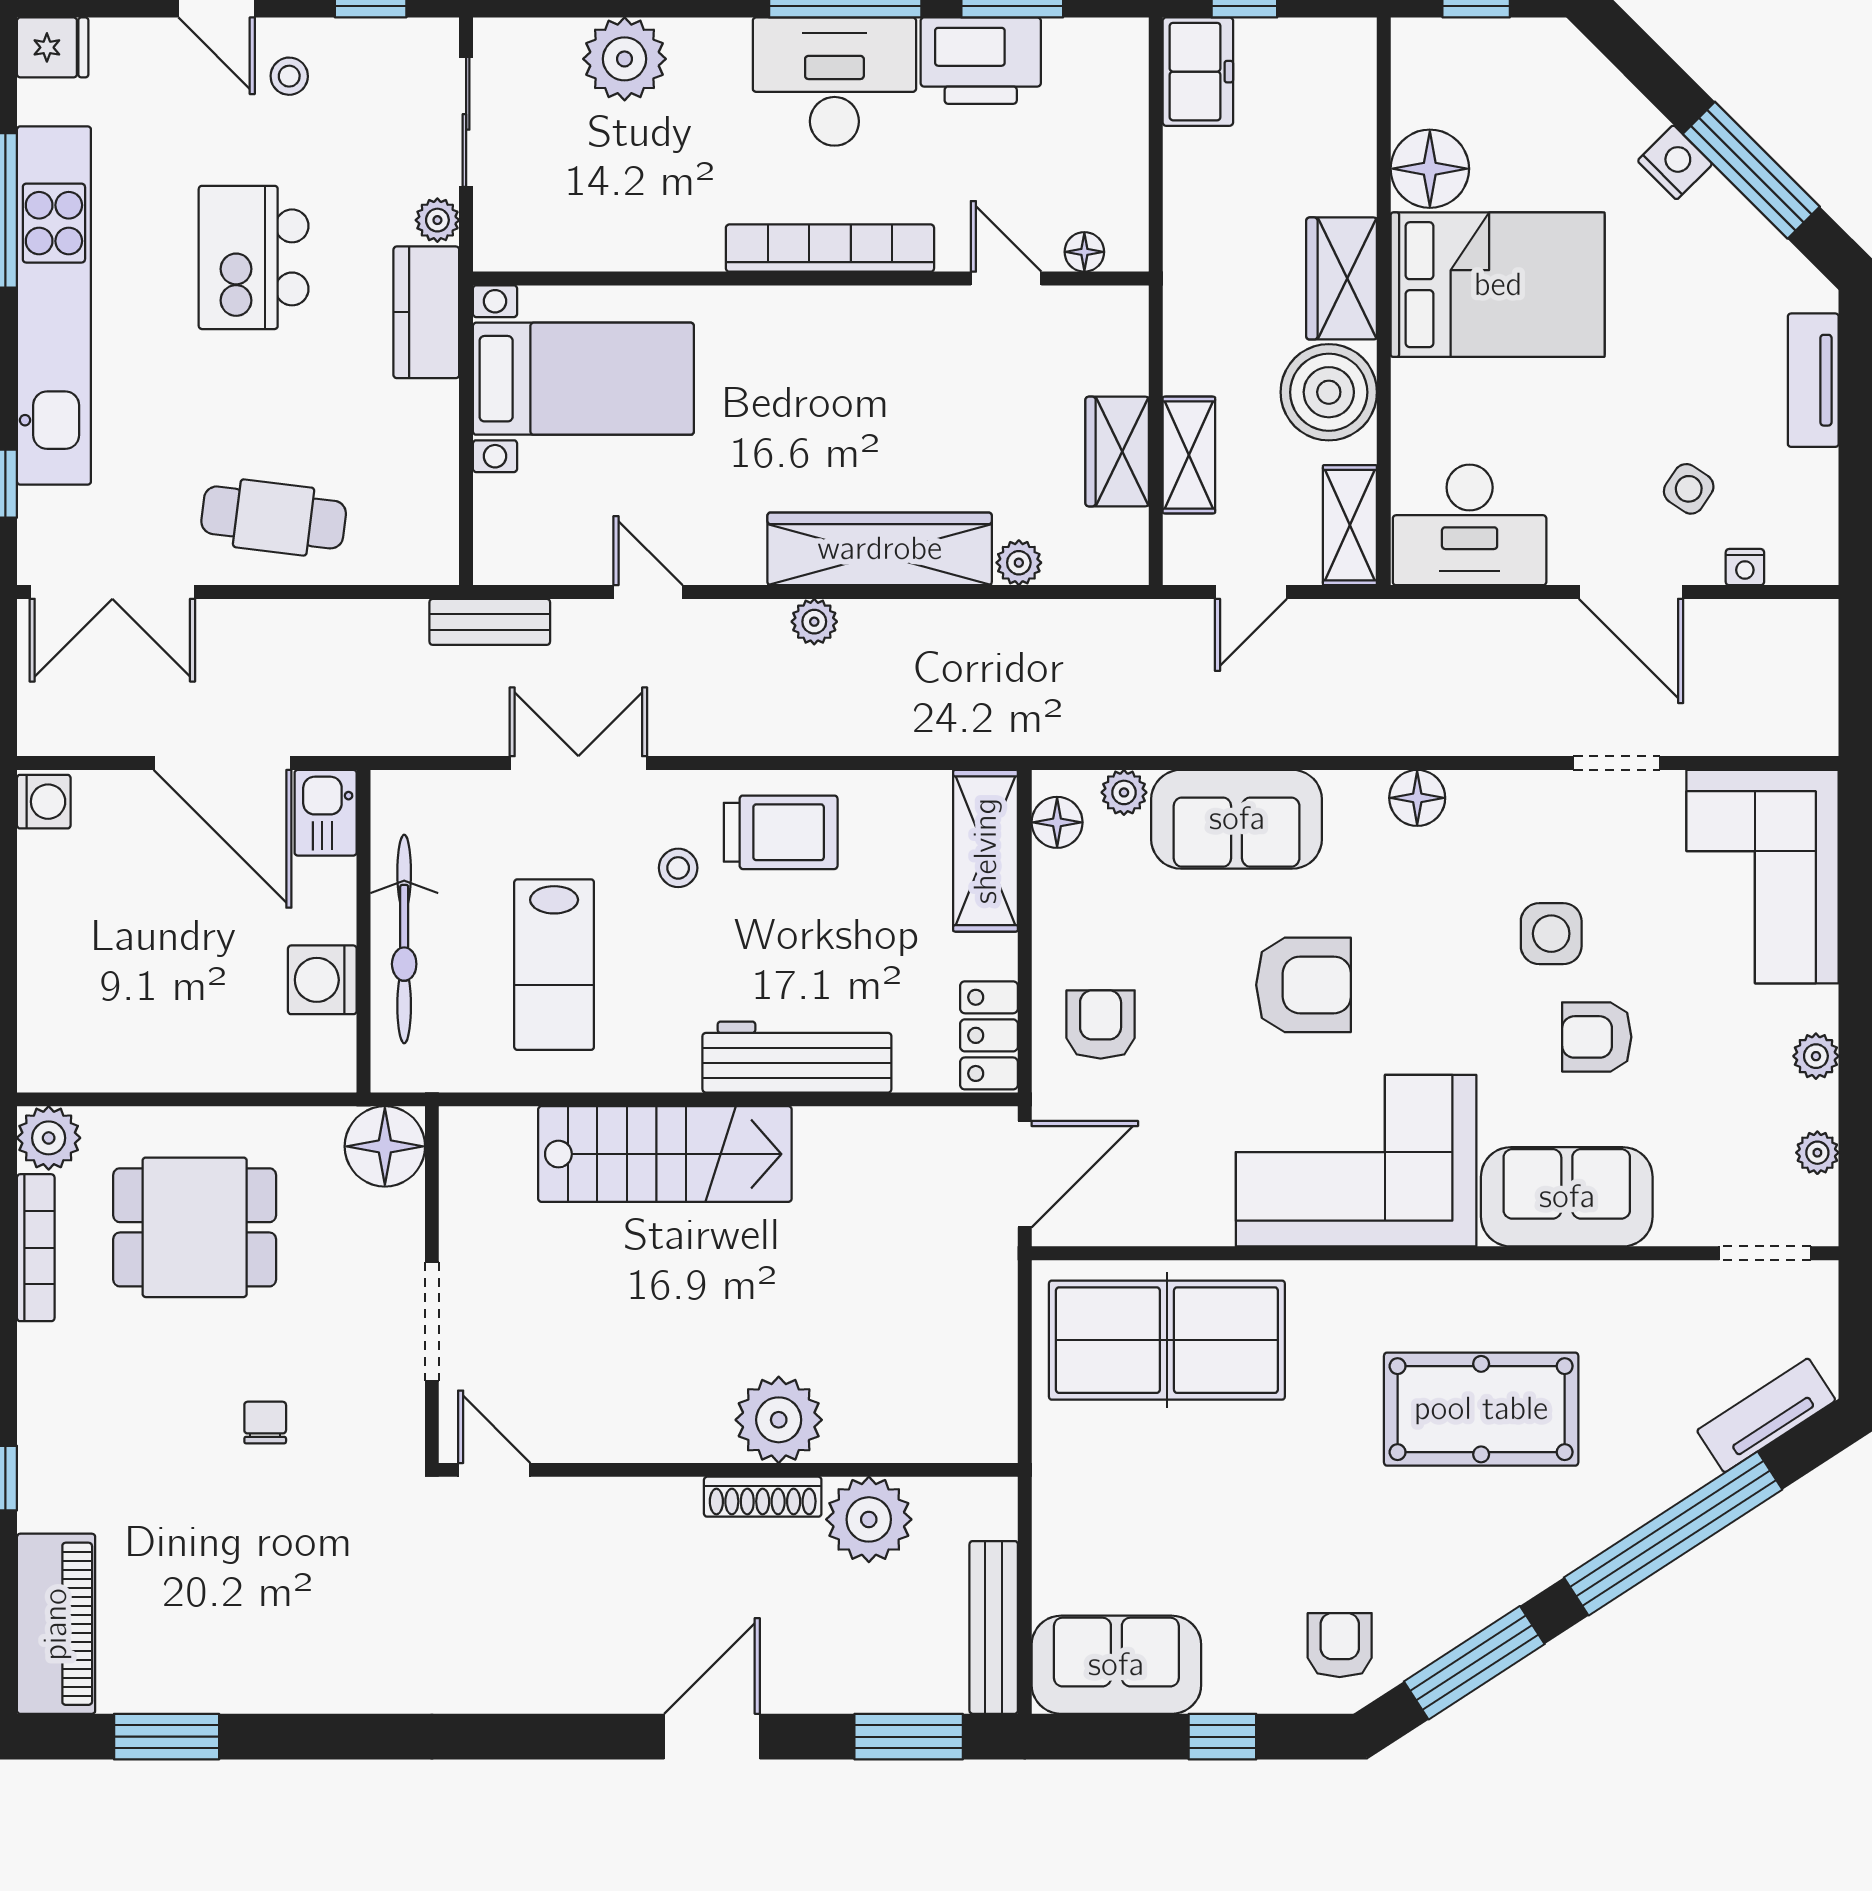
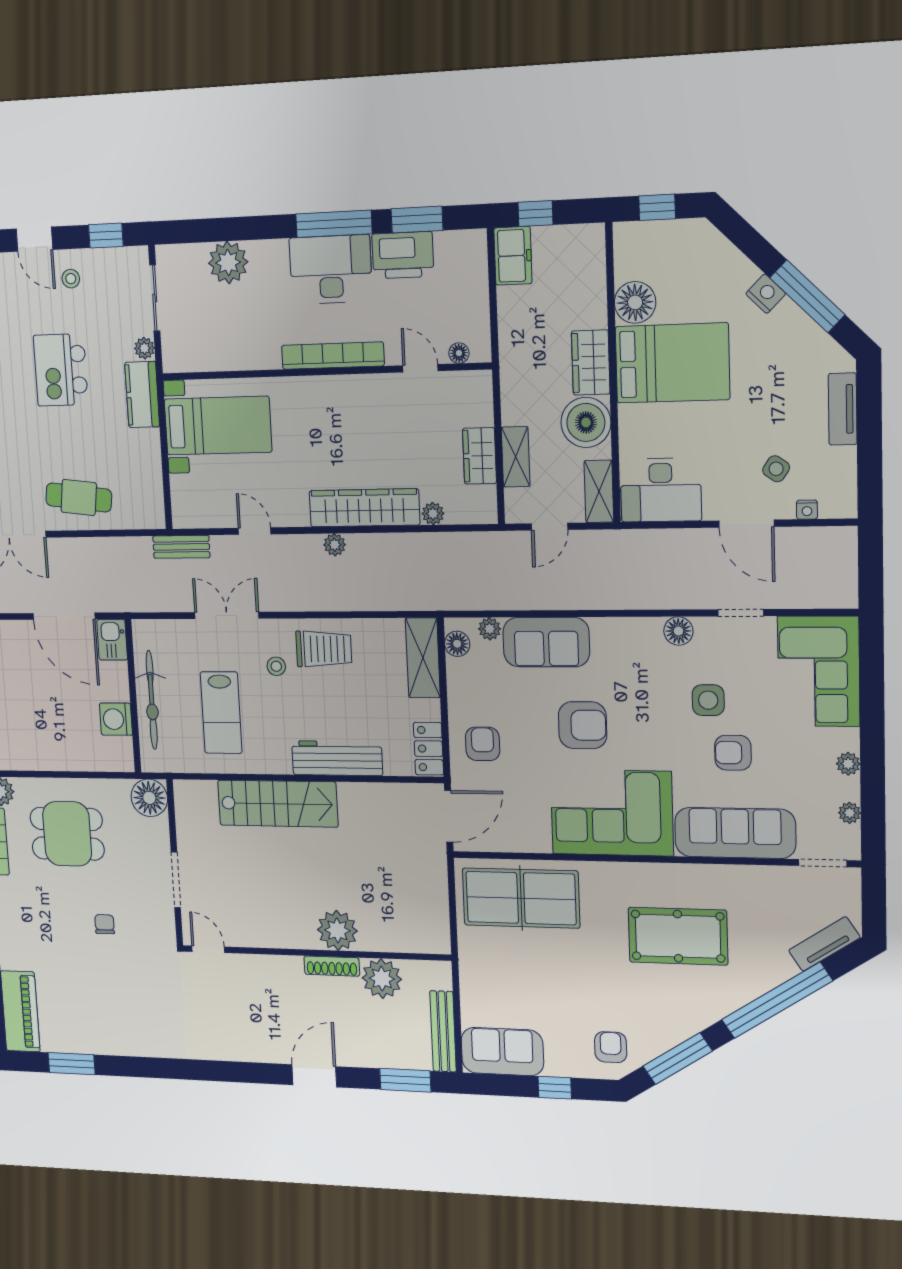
floor lamp: (1417, 798) -> (678, 631), moved
sofa: (1567, 1197) -> (735, 833), width x1.36

